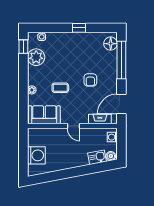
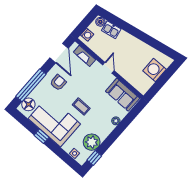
corner sofa: (79, 48) -> (54, 121), added
armchair: (90, 80) -> (58, 83), moved
coffee table: (60, 88) -> (81, 107), moved
door: (121, 104) -> (59, 53), hinge flipped

